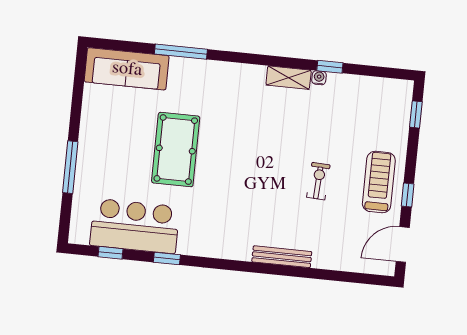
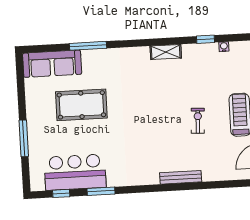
window: (330, 67) -> (205, 39), moved
water cooler: (319, 78) -> (224, 47), moved
pool table: (176, 150) -> (81, 105), moved, turned 90
window: (167, 258) -> (101, 191), width x1.50

